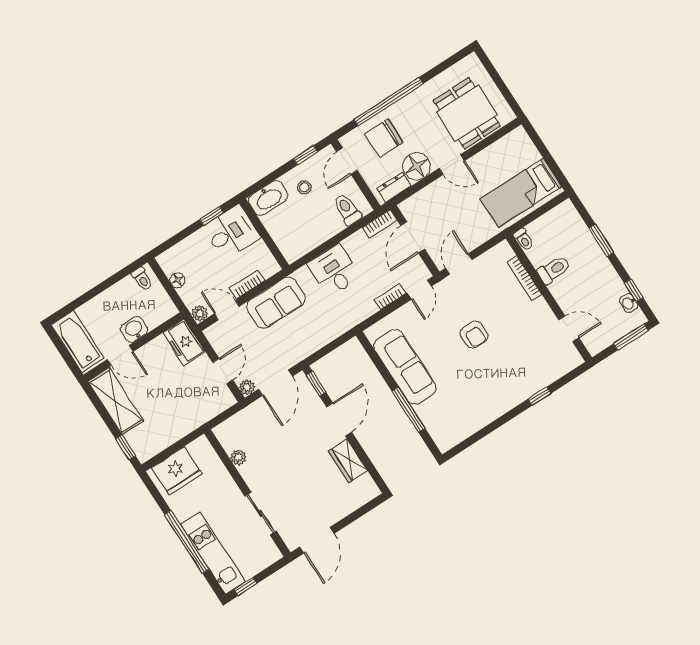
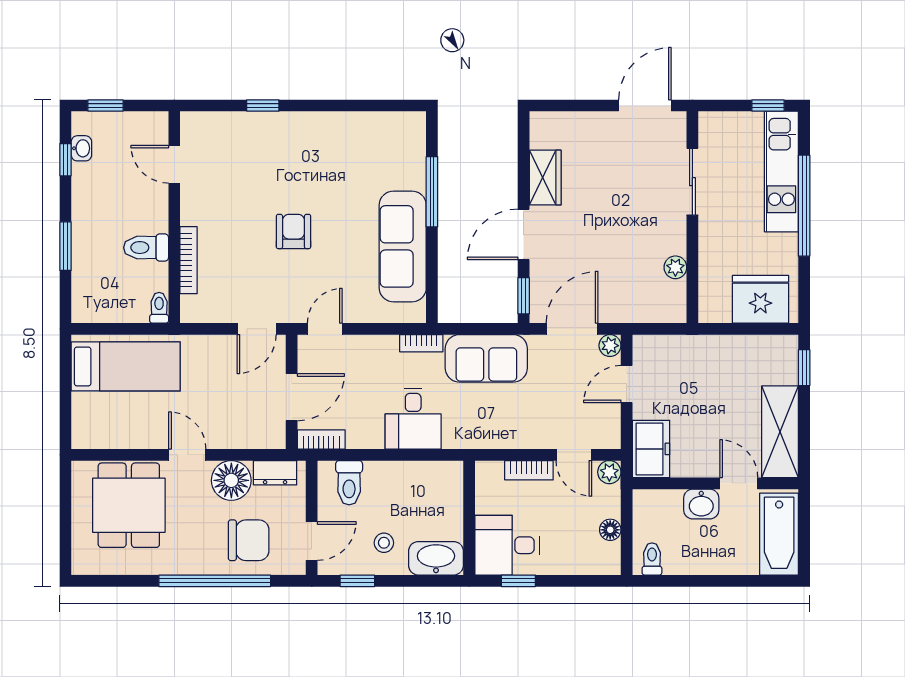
bookcase: (390, 297) -> (421, 343), moved
sofa: (276, 303) -> (486, 358), moved, turned 180
window: (631, 337) -> (105, 106), width x0.67

